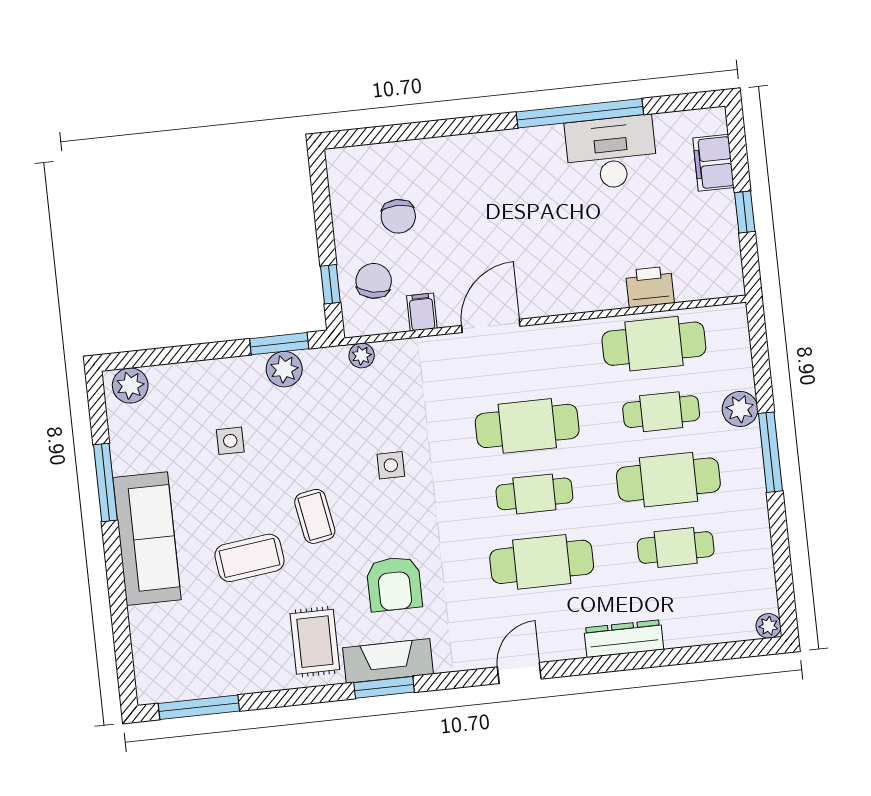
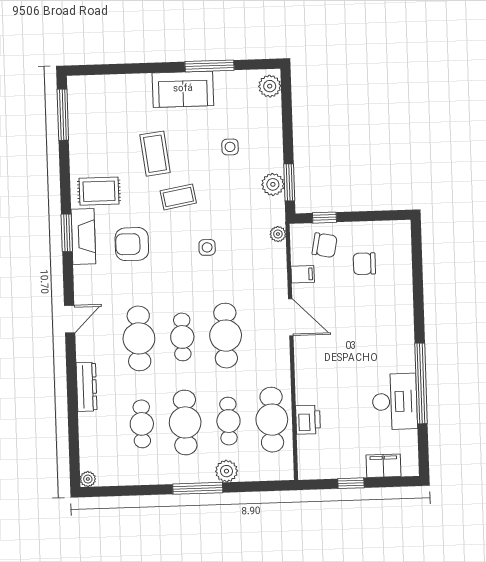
sofa: (147, 539) -> (183, 89), width x0.73
door: (519, 673) -> (70, 319), hinge flipped

